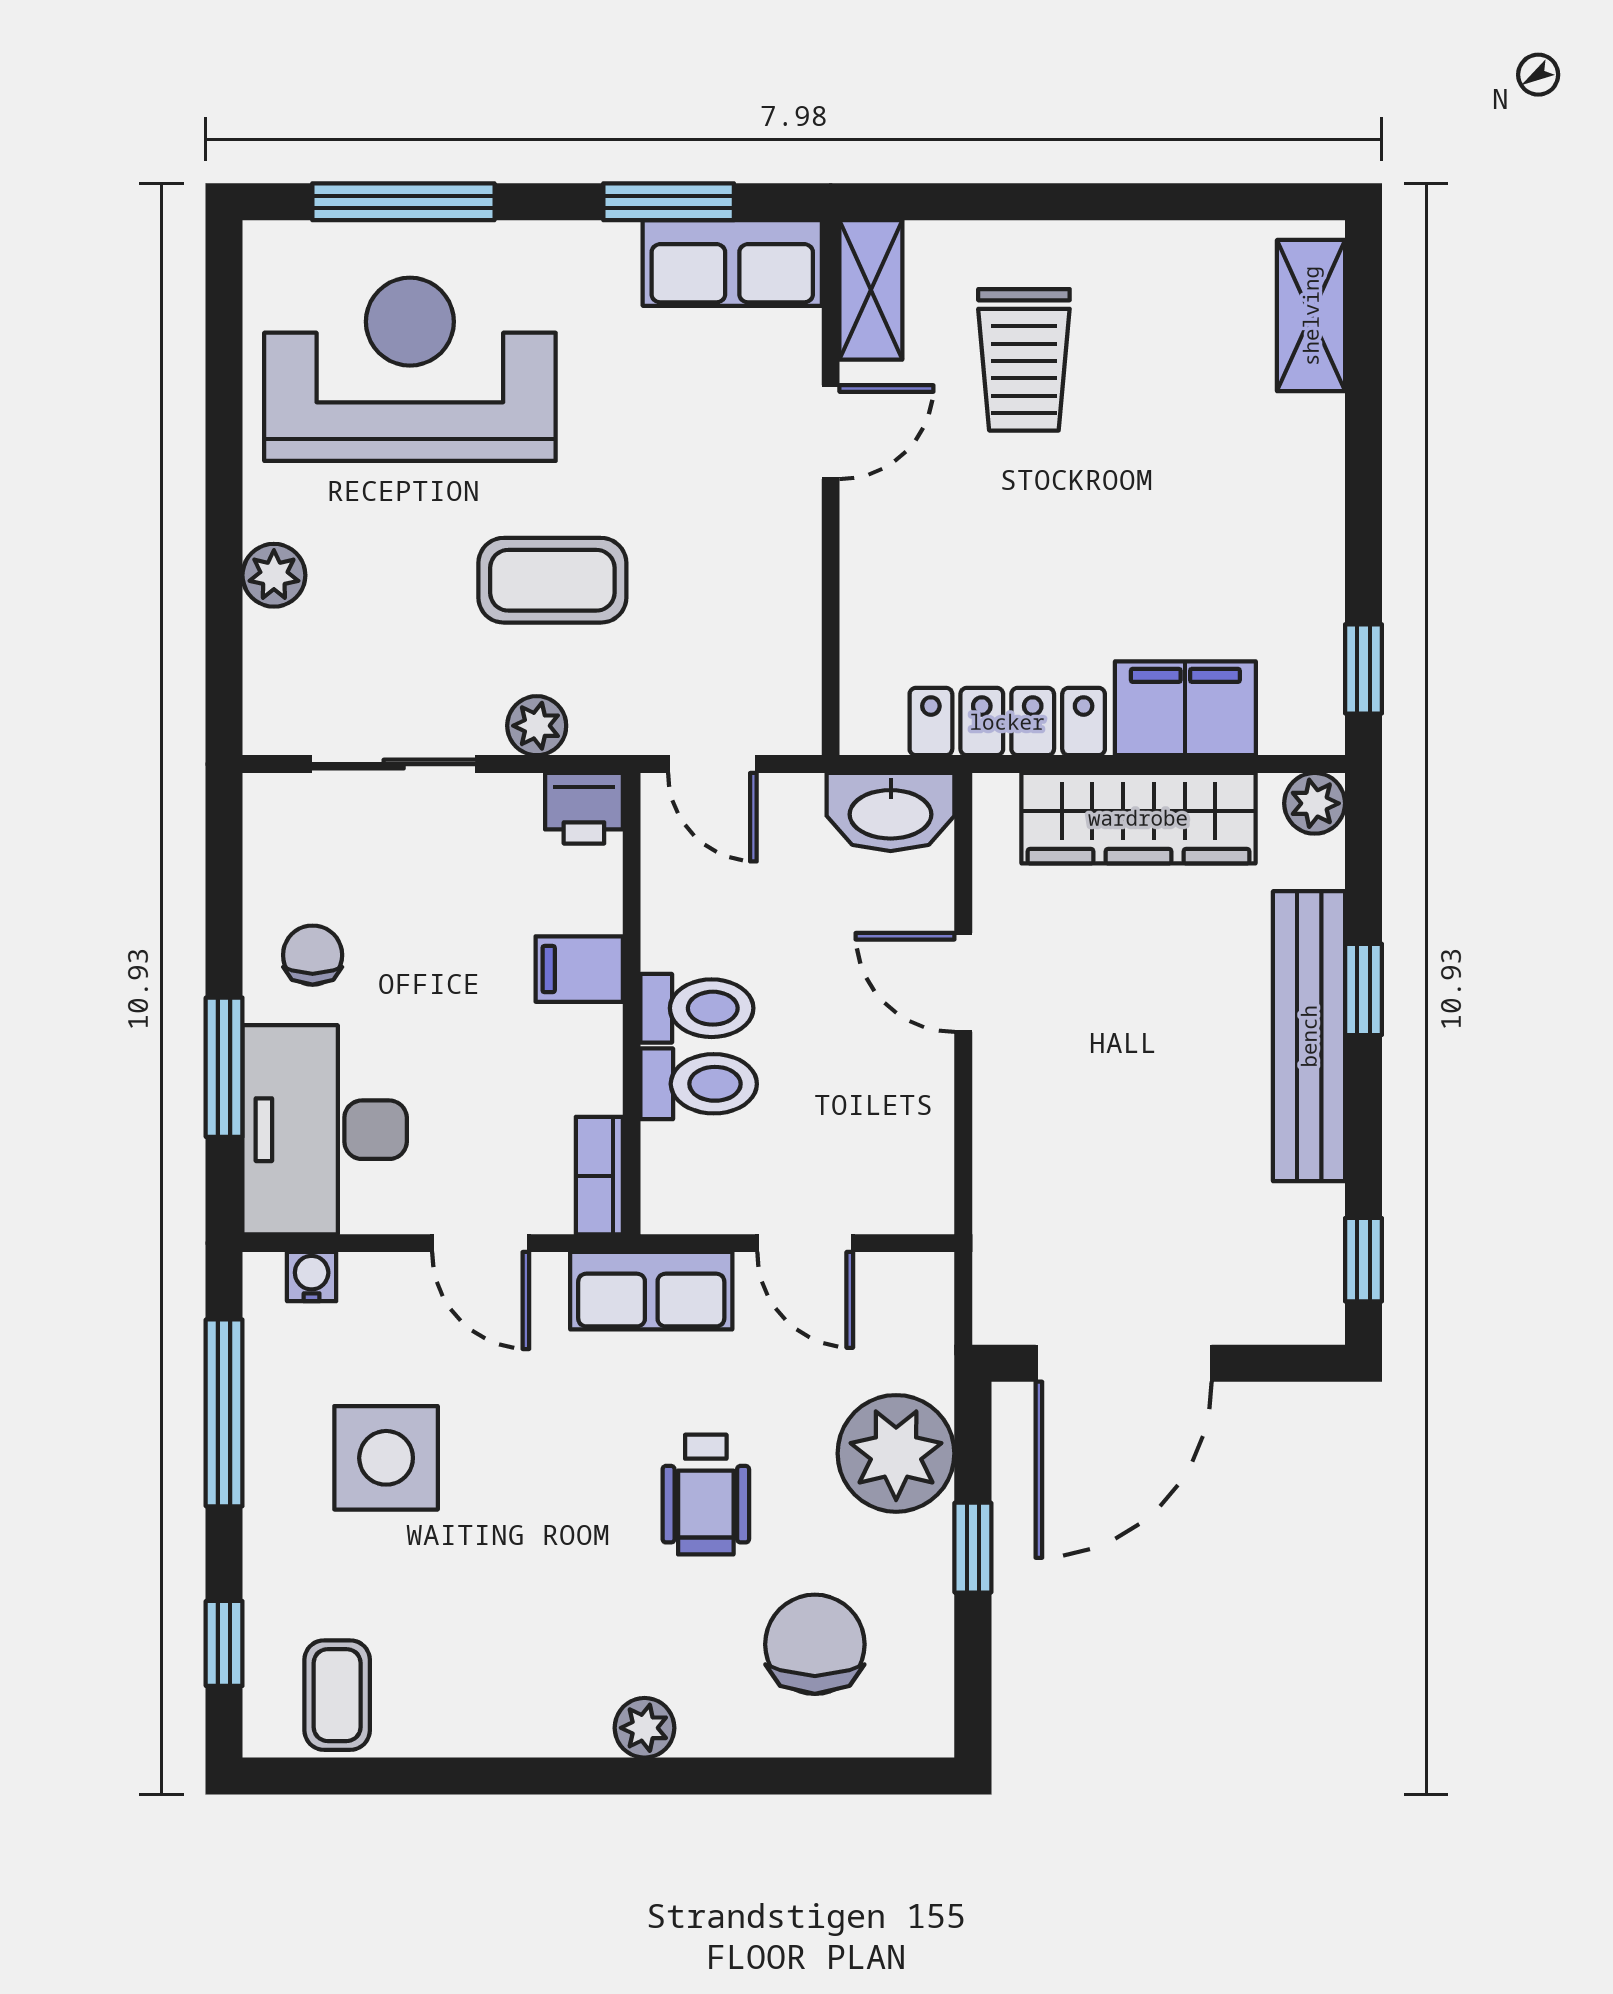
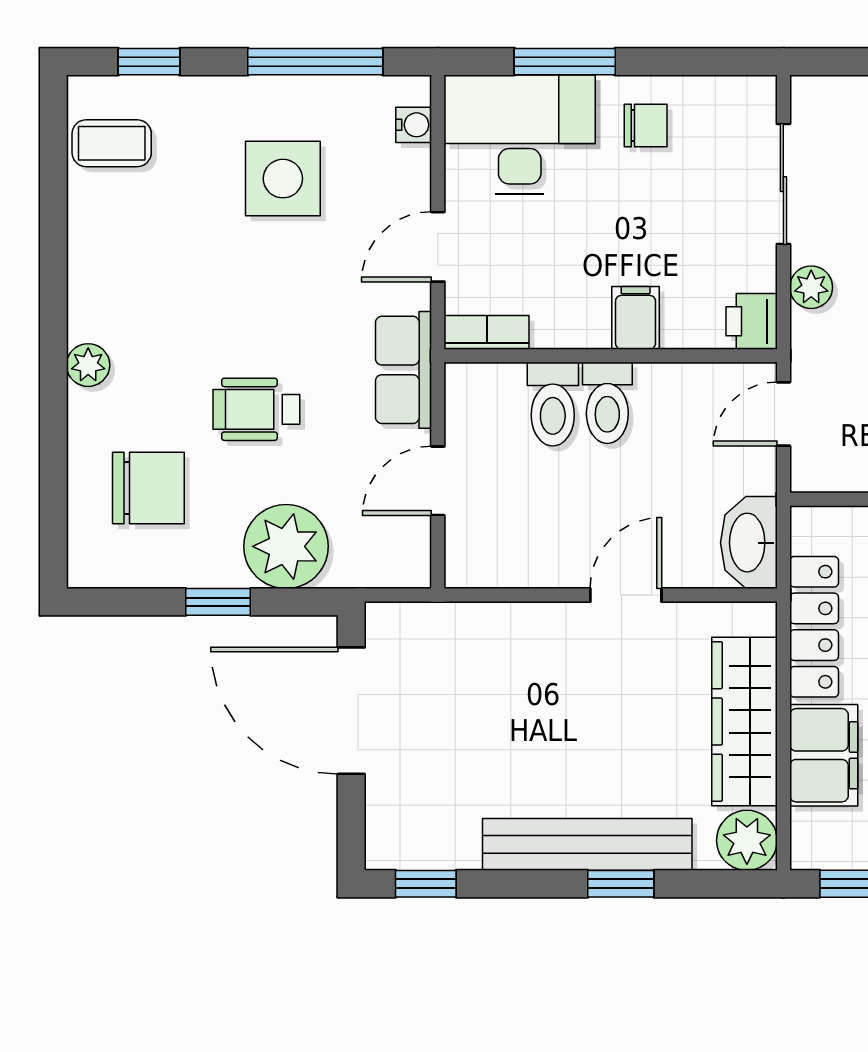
plant: (1315, 803) -> (747, 840), width x1.38, depth x1.38

